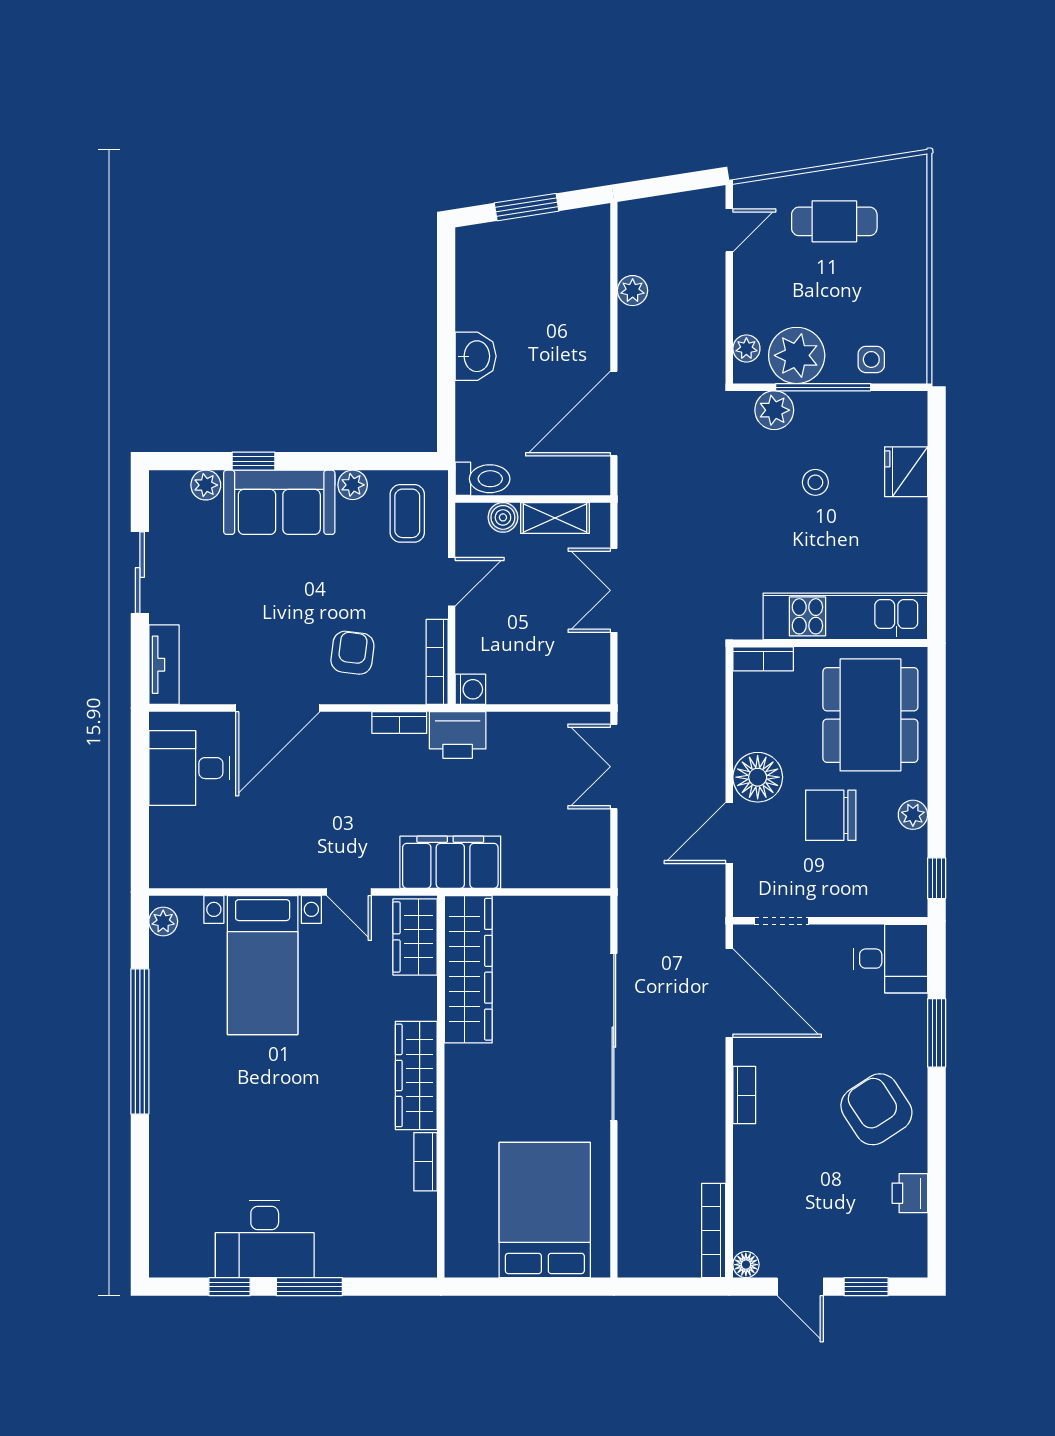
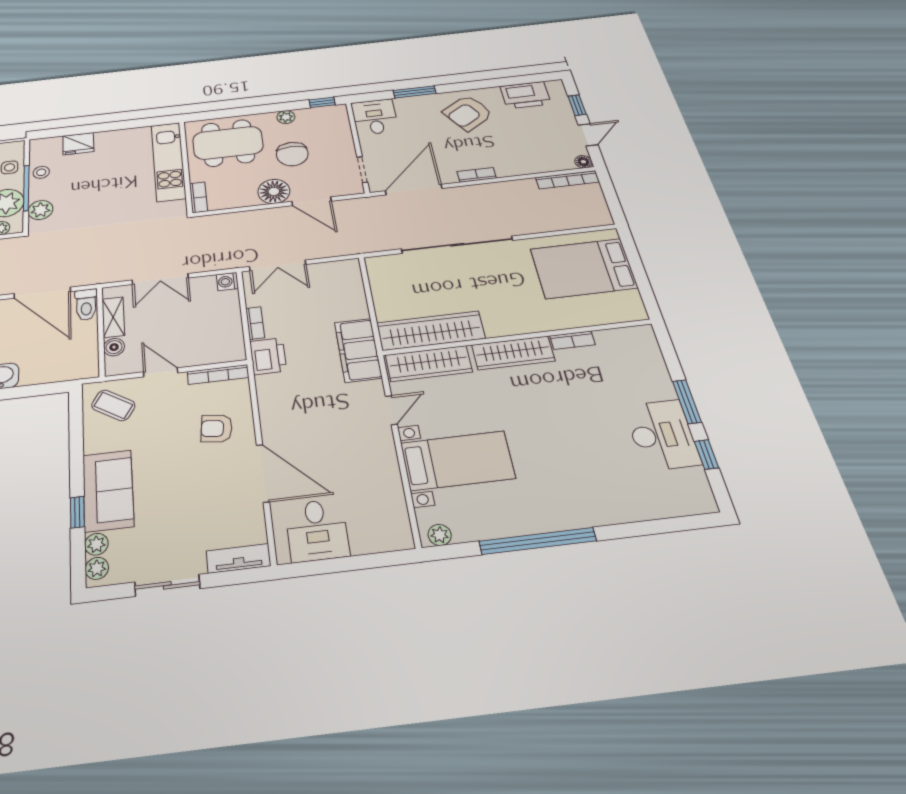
toilet: (483, 479) -> (86, 305), moved, turned 180
stool: (815, 482) -> (41, 172), moved
plant: (353, 485) -> (97, 568), moved
coffee table: (407, 513) -> (113, 405), turned 32
washing machine: (470, 689) -> (227, 282), moved, turned -90
bookcase: (399, 723) -> (255, 323), moved
wardrobe: (415, 937) -> (429, 364), width x1.50
printer: (910, 1193) -> (525, 95), width x1.87, depth x1.48

